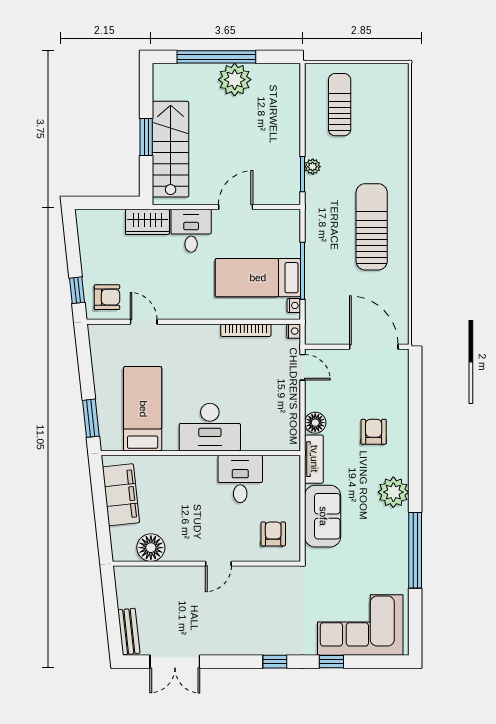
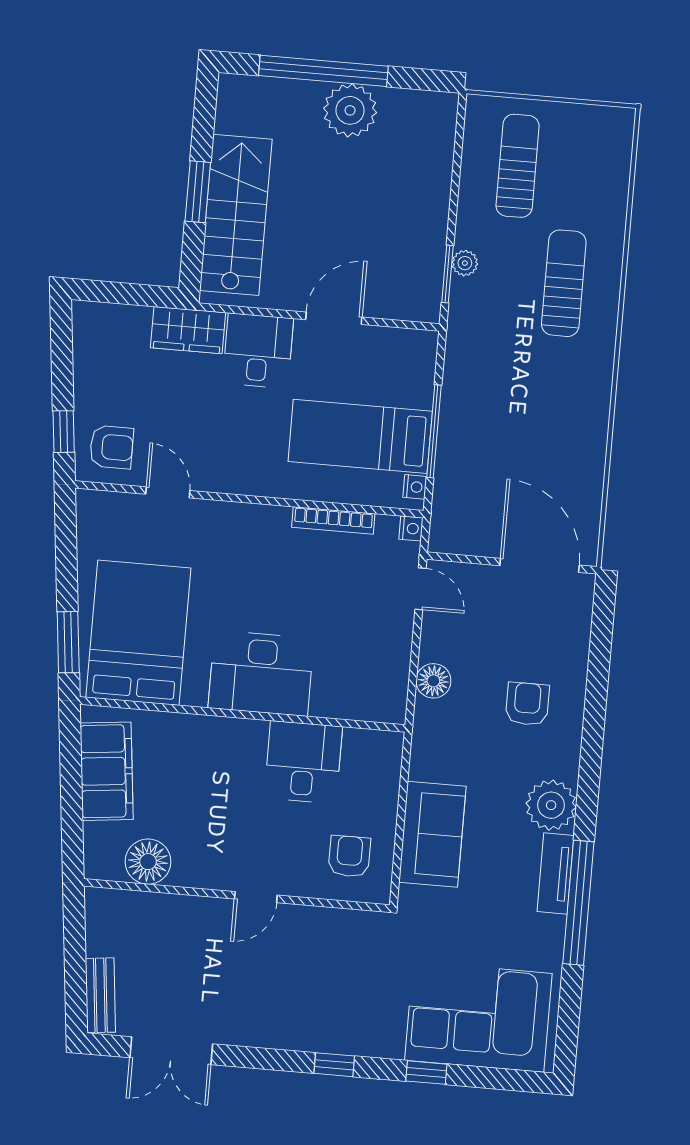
sun lounger: (372, 227) -> (564, 283), moved, width x0.73, depth x0.75
bed: (143, 409) -> (138, 633), width x1.50
tv unit: (314, 459) -> (555, 874), moved, turned 180

